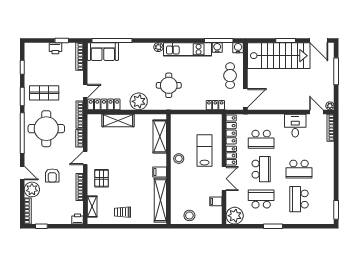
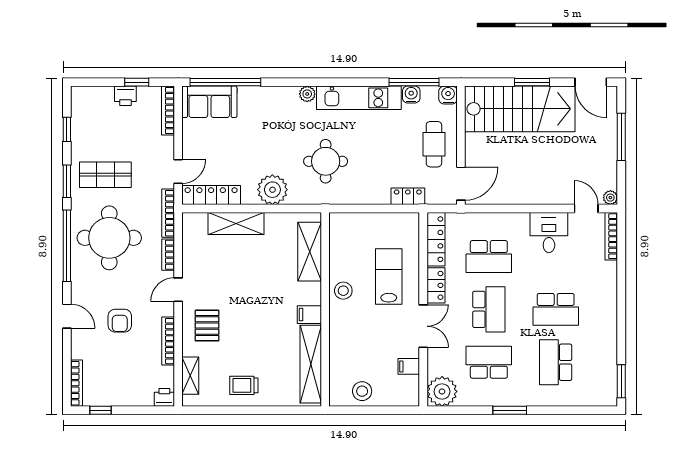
plant: (32, 189) -> (84, 345), removed

